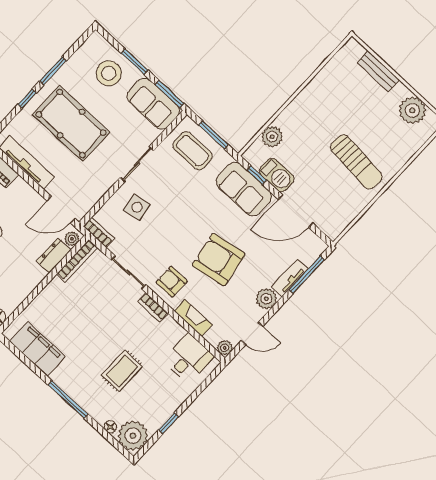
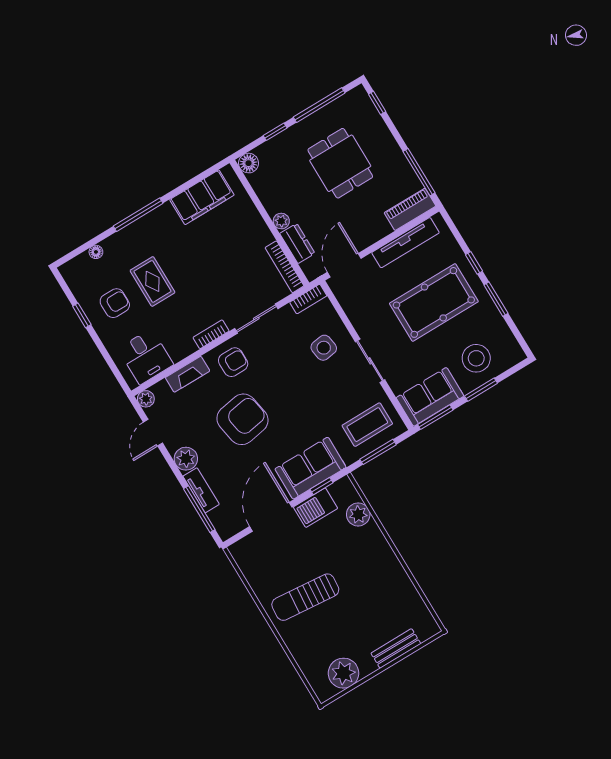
plant: (72, 239) -> (281, 221), moved
armchair: (150, 398) -> (115, 303), added
plant: (133, 436) -> (80, 273), removed

